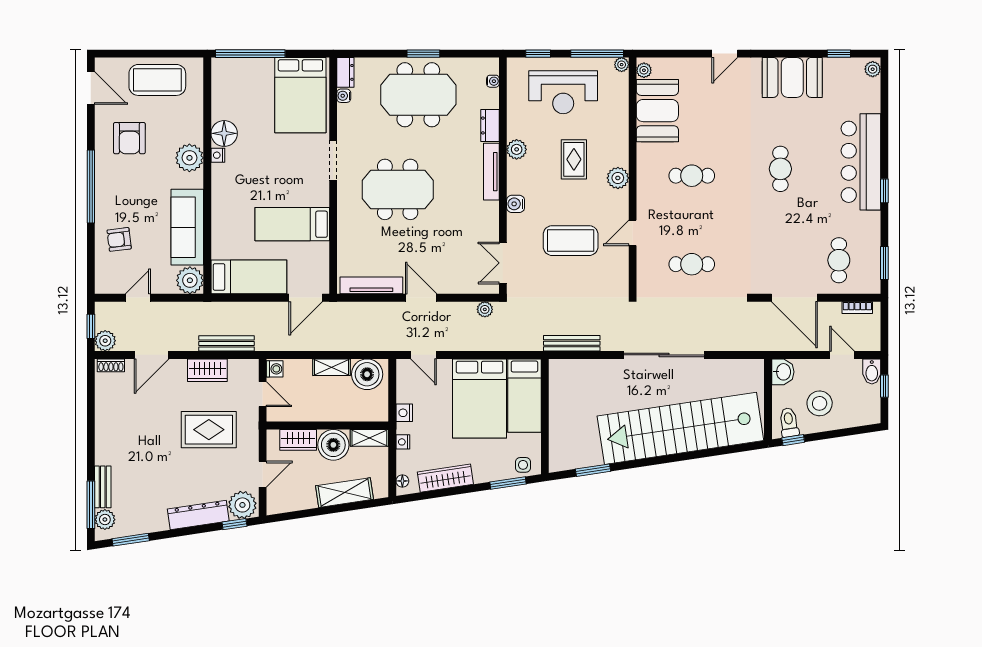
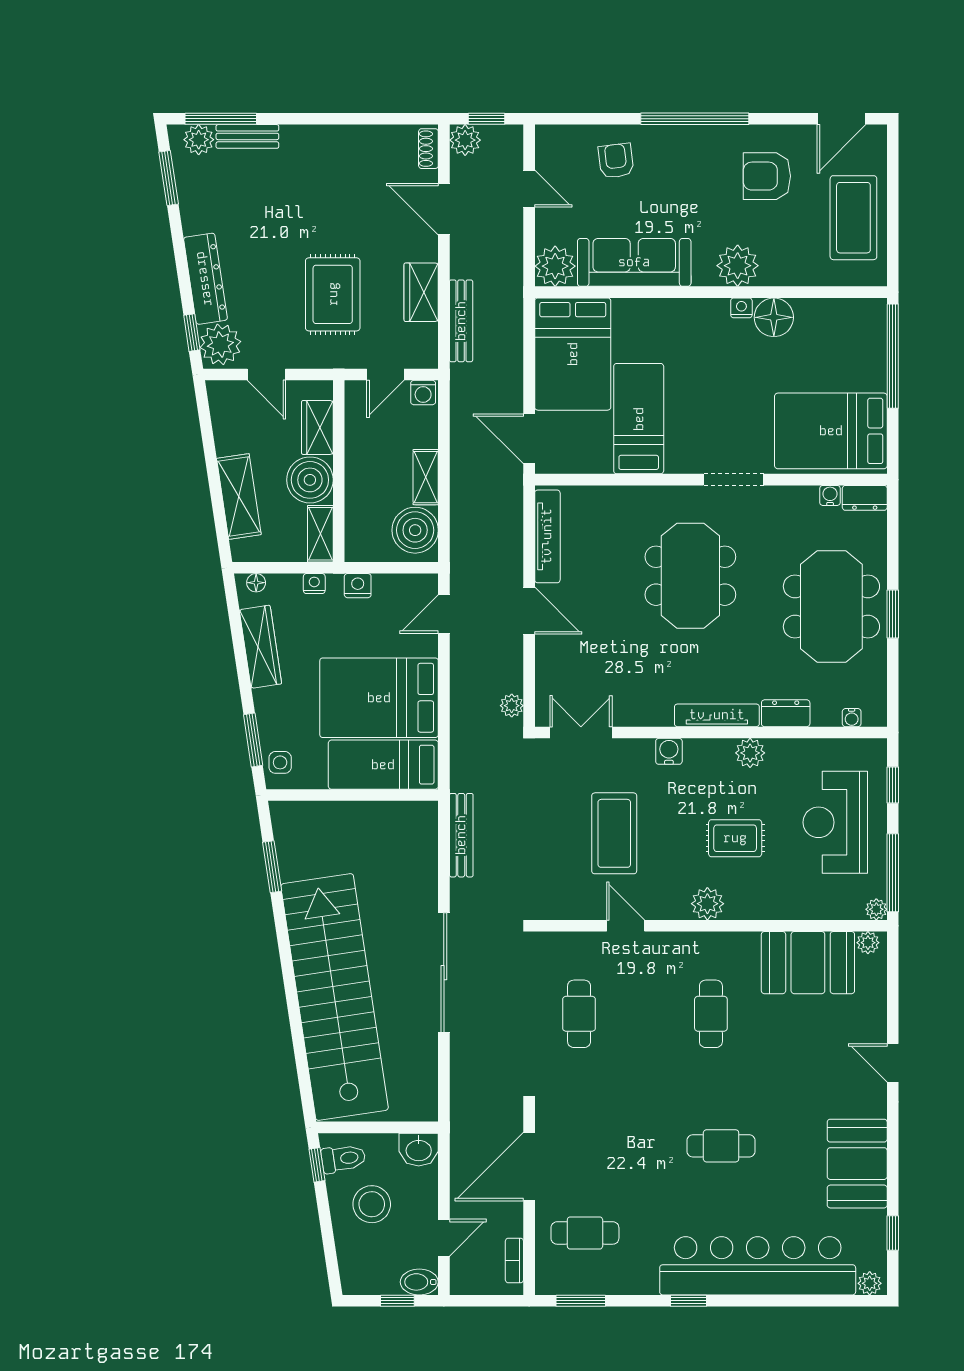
bar counter: (861, 162) -> (758, 1266), width x1.36
bed: (249, 277) -> (573, 354), width x1.50
door: (421, 298) -> (529, 611), hinge flipped

